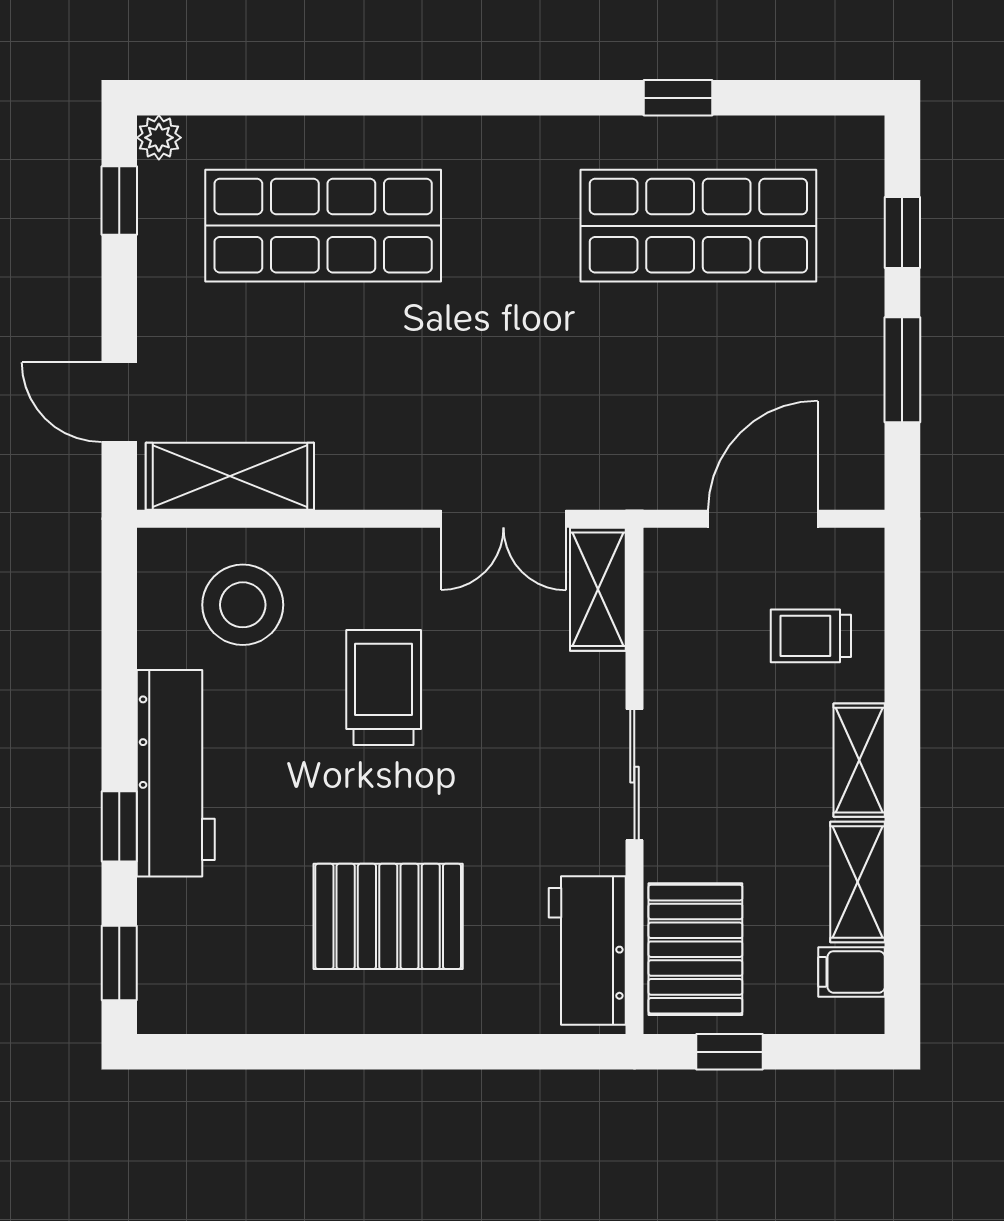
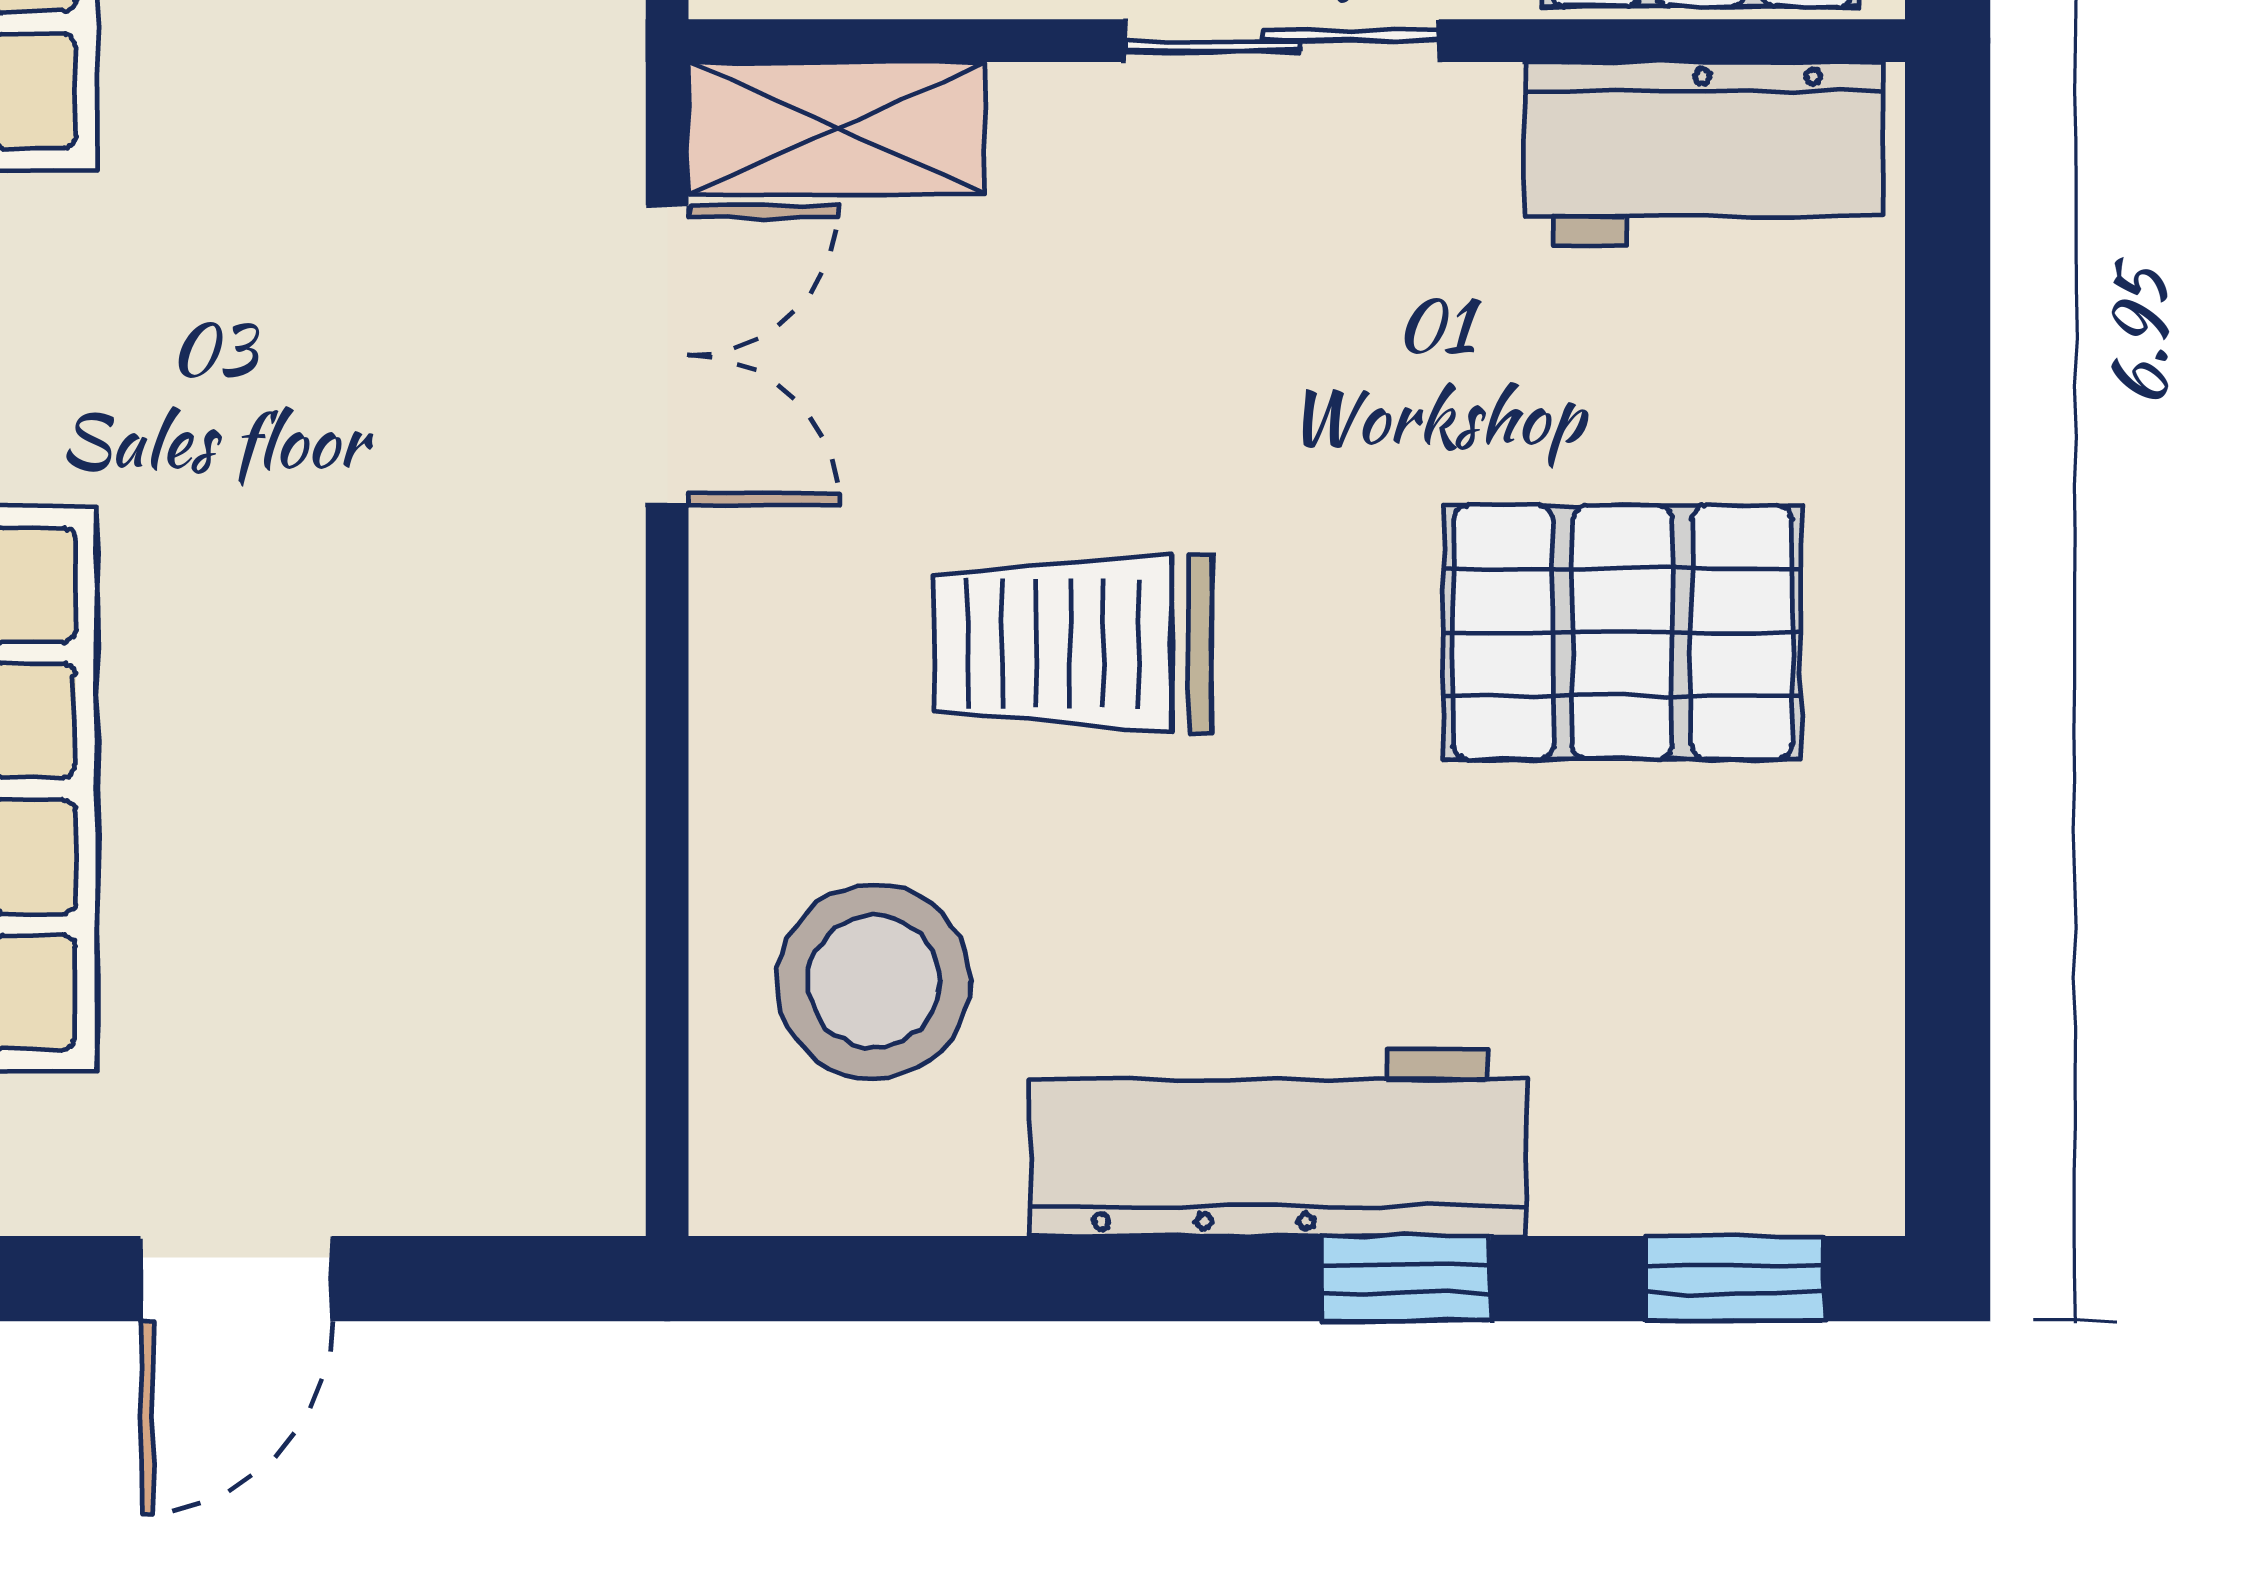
door: (119, 402) -> (236, 1279), moved
shelving: (230, 476) -> (565, 1012), removed
pallet: (388, 916) -> (1622, 632), turned 90

